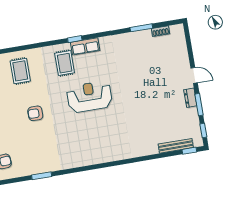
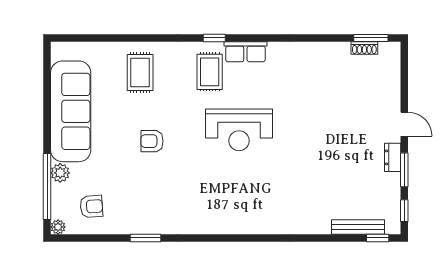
window: (141, 28) -> (371, 38), moved
window: (75, 39) -> (214, 38), moved
reception desk: (89, 97) -> (239, 130), turned 180

